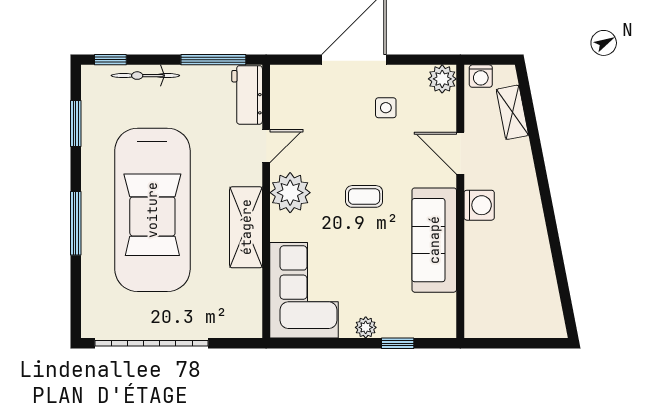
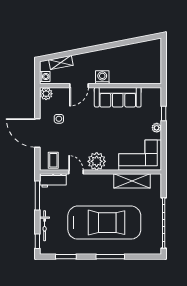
coffee table: (364, 196) -> (53, 160), moved
shelving: (246, 227) -> (132, 181), moved

